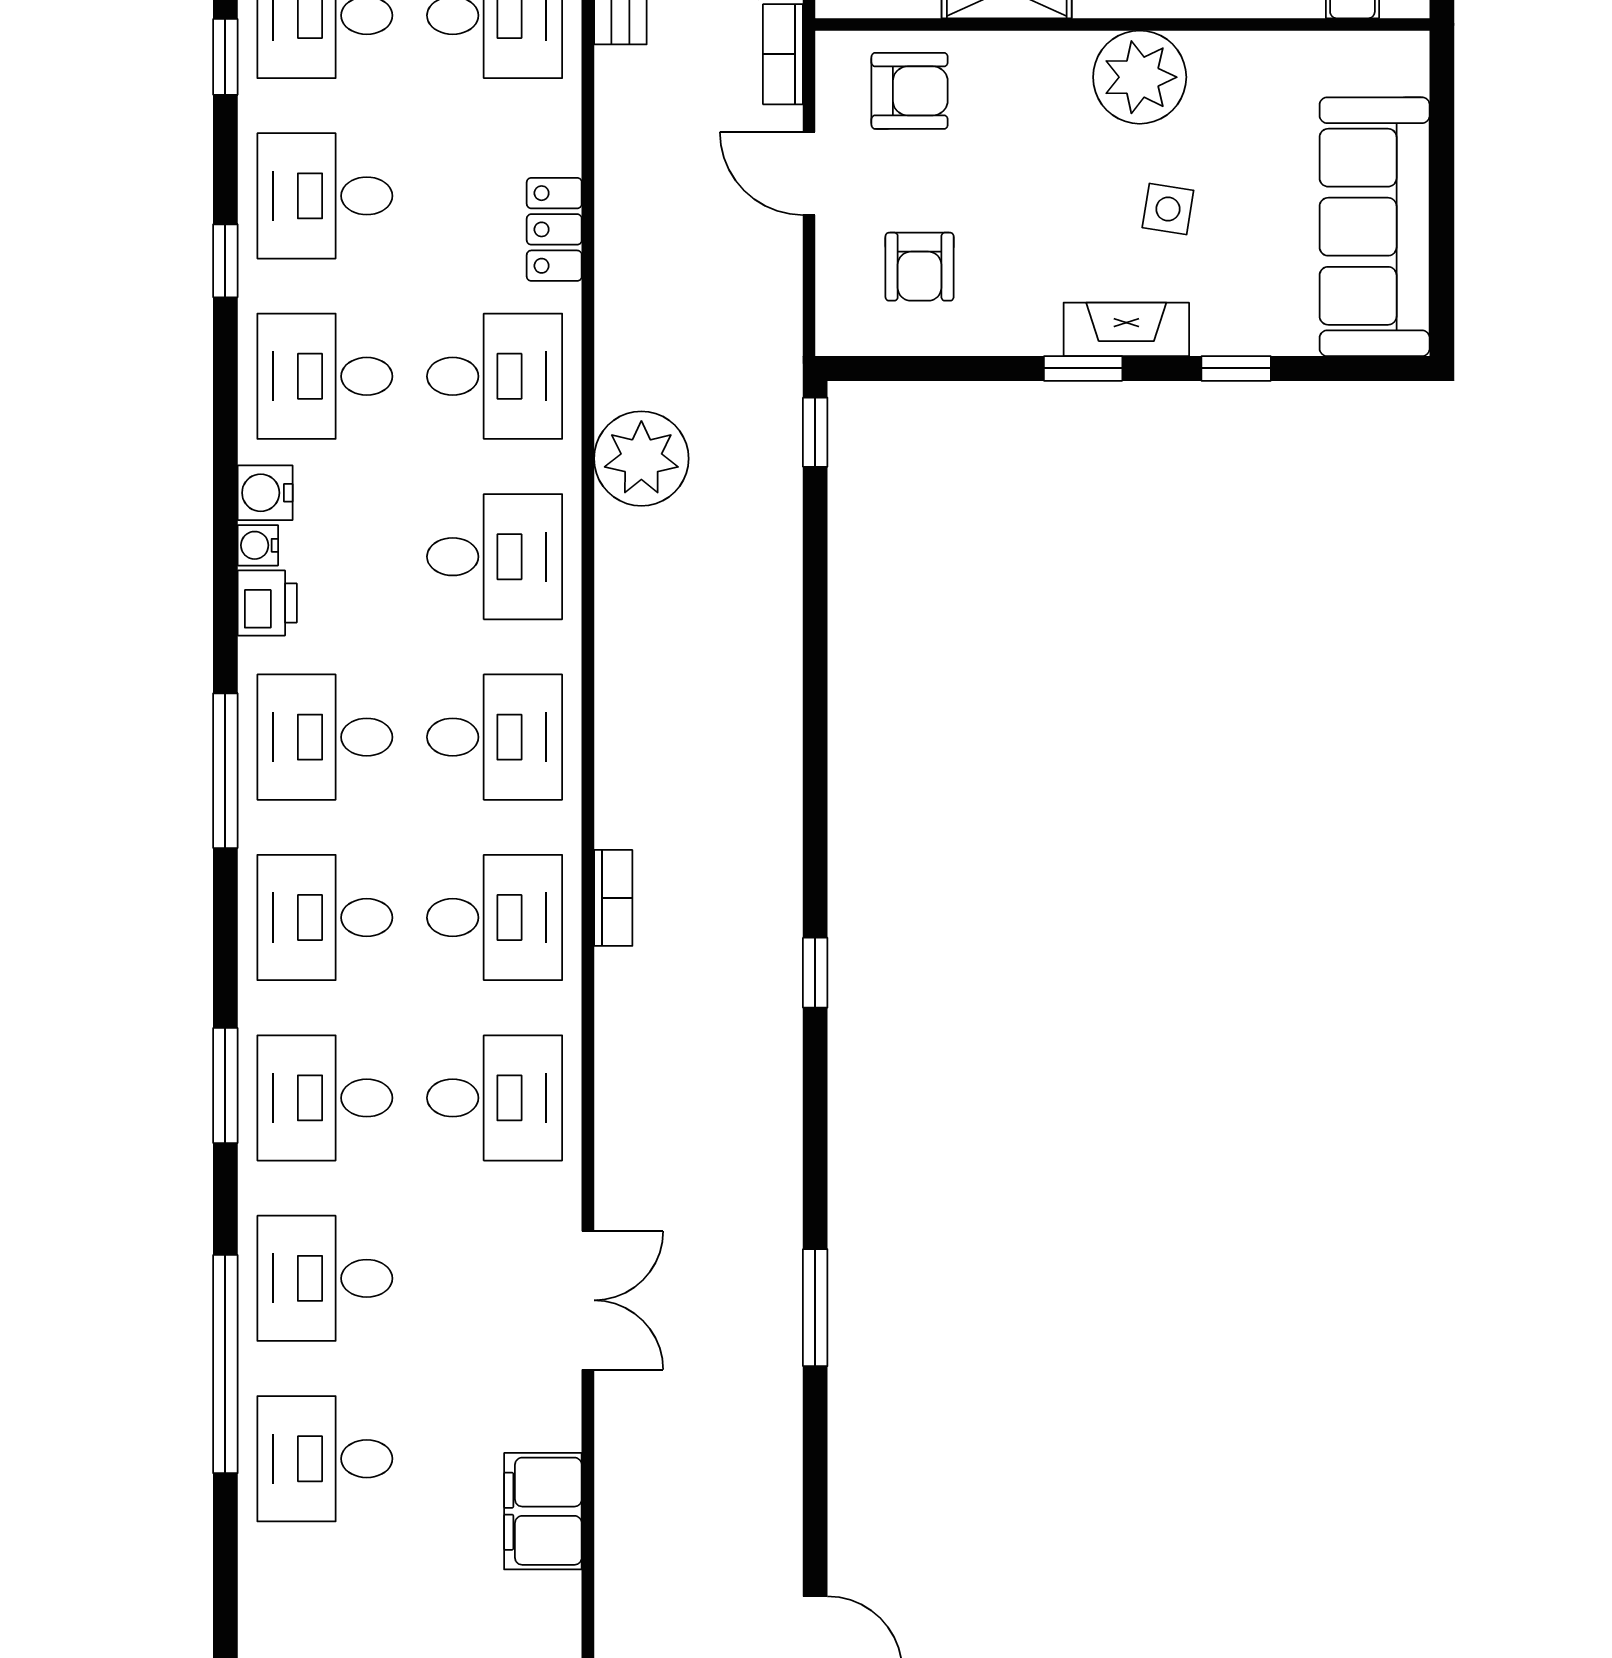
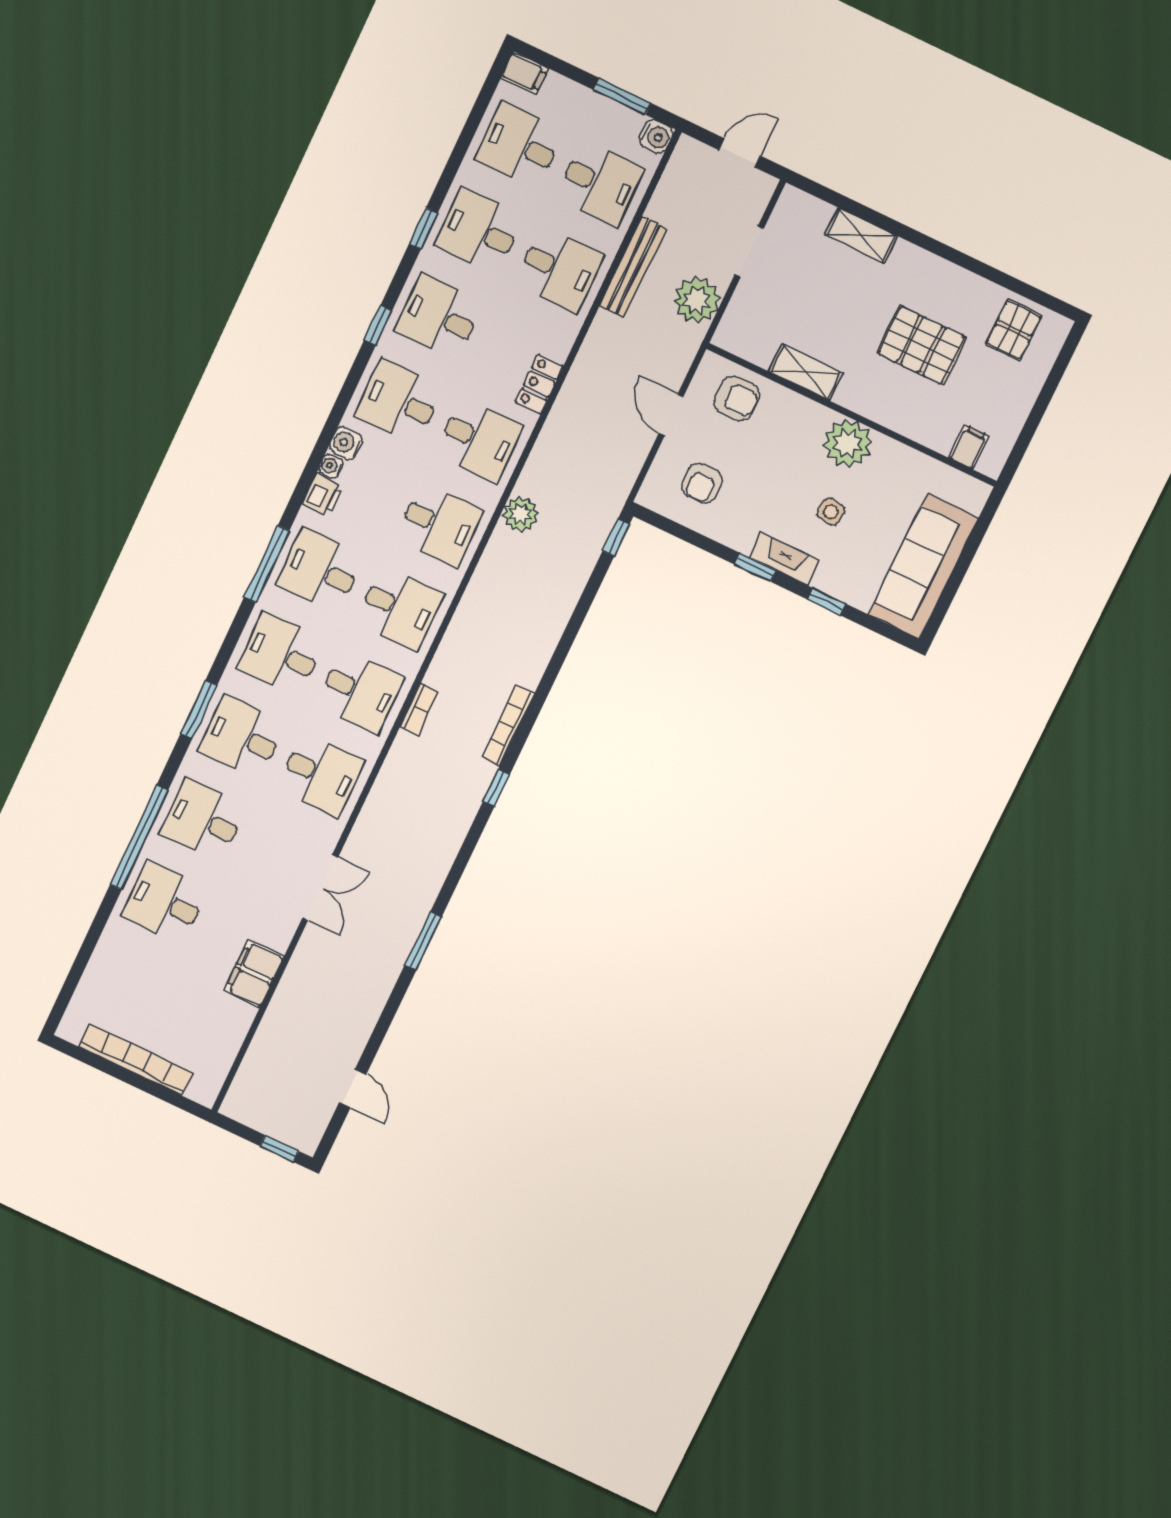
bookcase: (783, 54) -> (508, 725), moved, width x1.56
plant: (641, 459) -> (520, 514), width x0.73, depth x0.73

